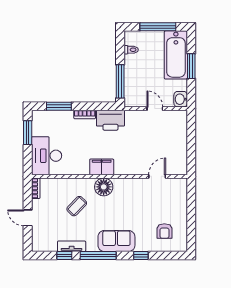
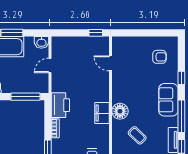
window: (191, 160) -> (96, 33), added

